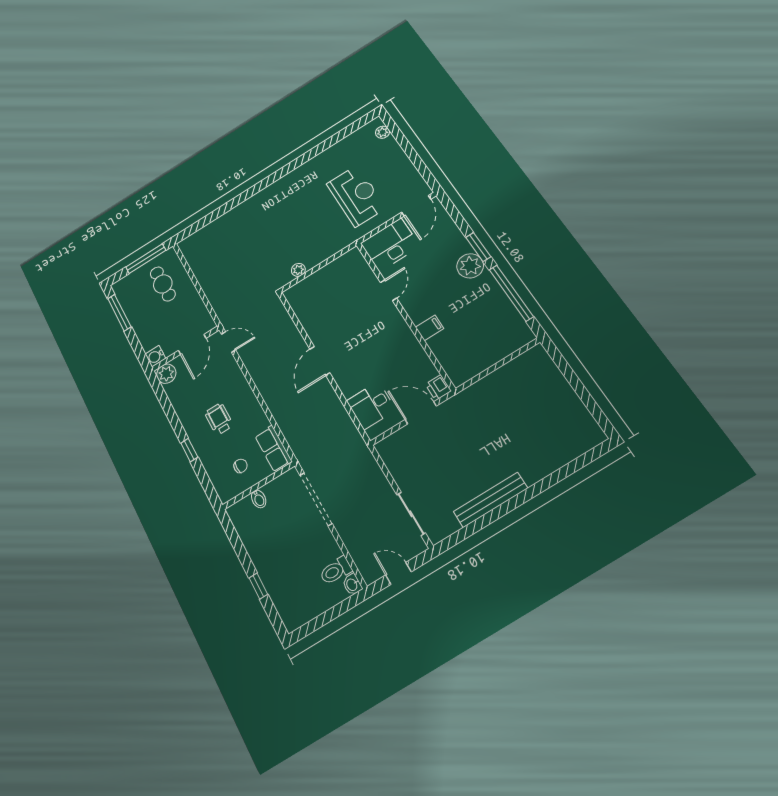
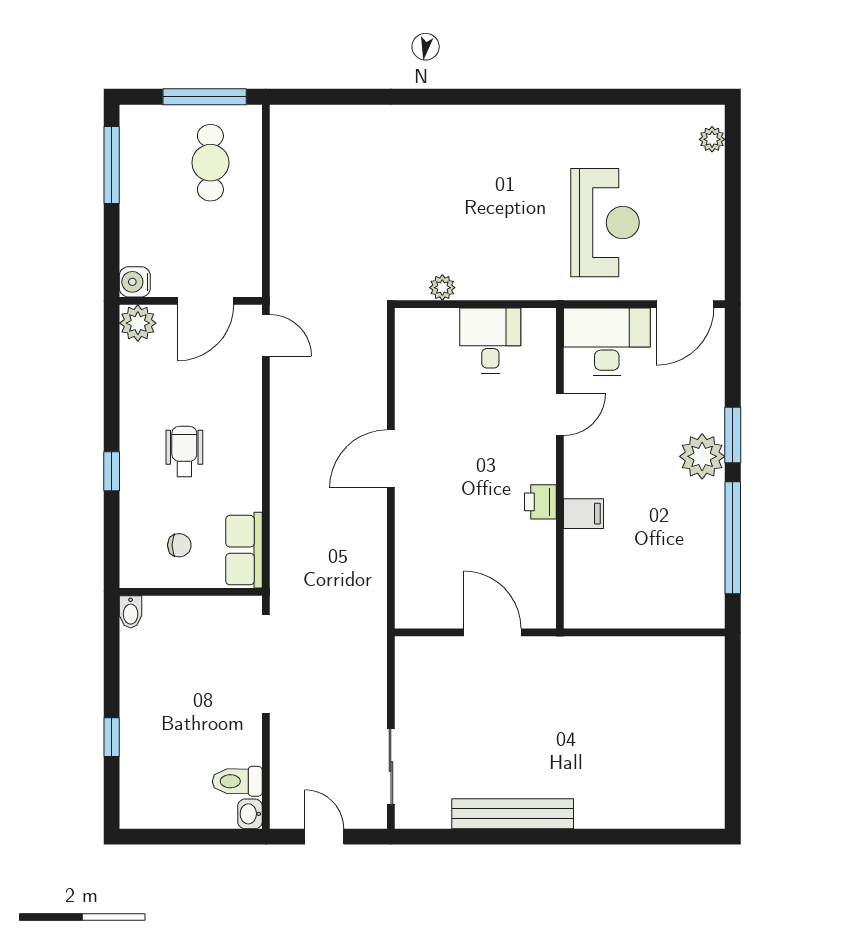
printer: (438, 388) -> (540, 502), moved
desk: (371, 405) -> (490, 341), moved, turned 90
bidet: (259, 499) -> (131, 612), moved

